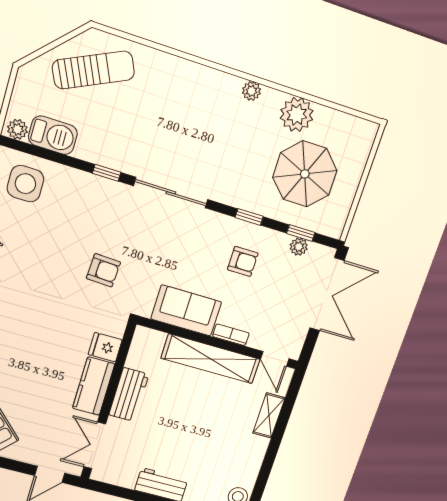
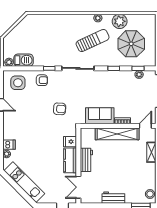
sun lounger: (93, 70) -> (93, 41), moved
armchair: (243, 261) -> (42, 80), moved
door: (275, 359) -> (145, 126), swing flipped

